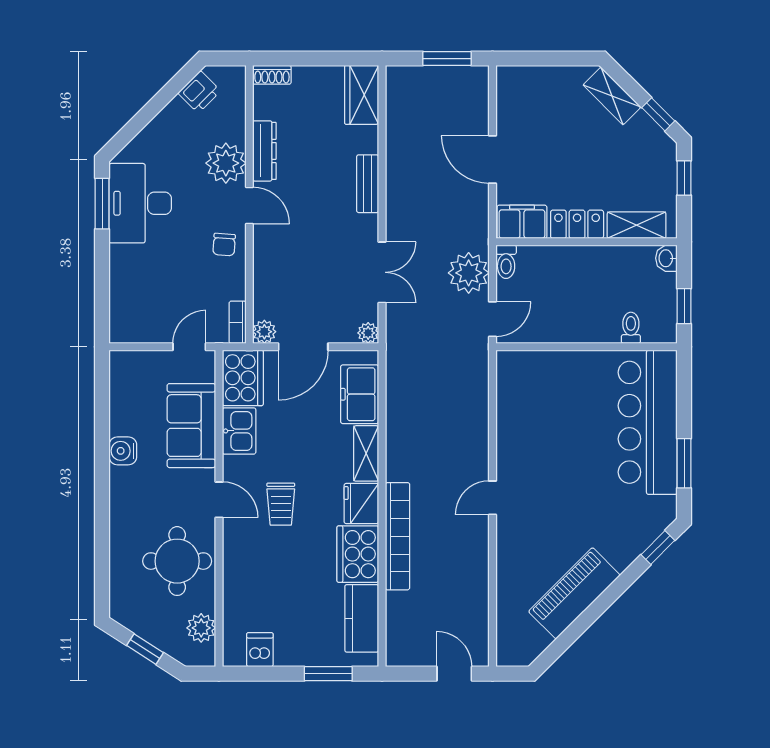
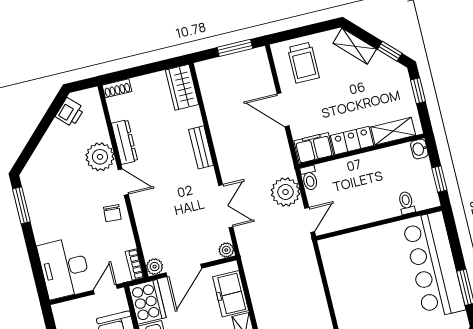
trolley: (536, 102) -> (303, 63), added
desk: (140, 203) -> (64, 268), moved

